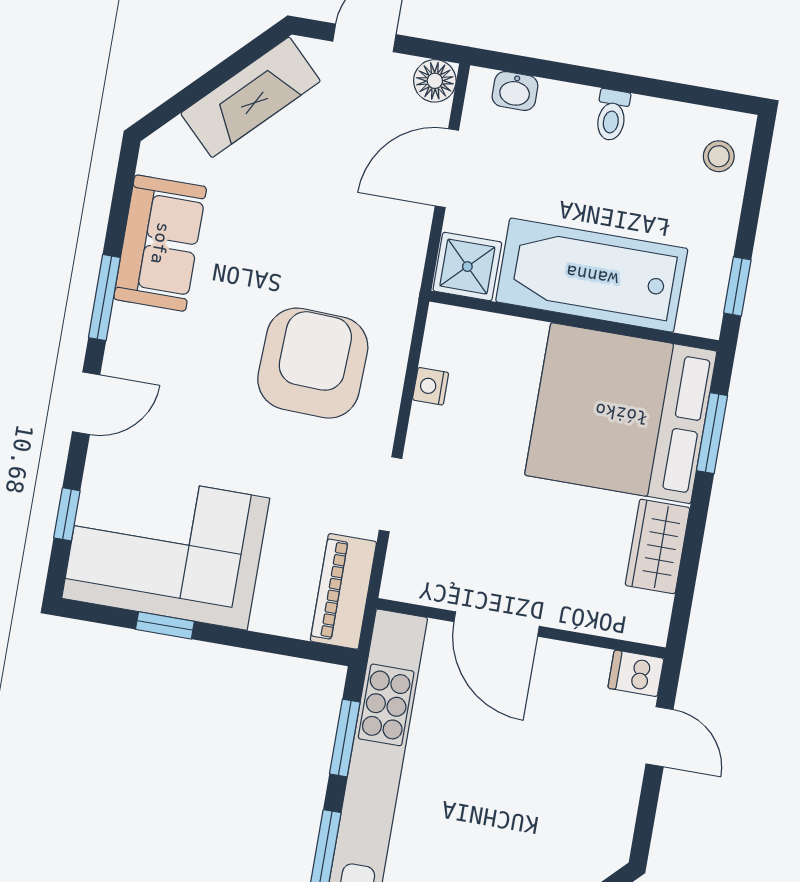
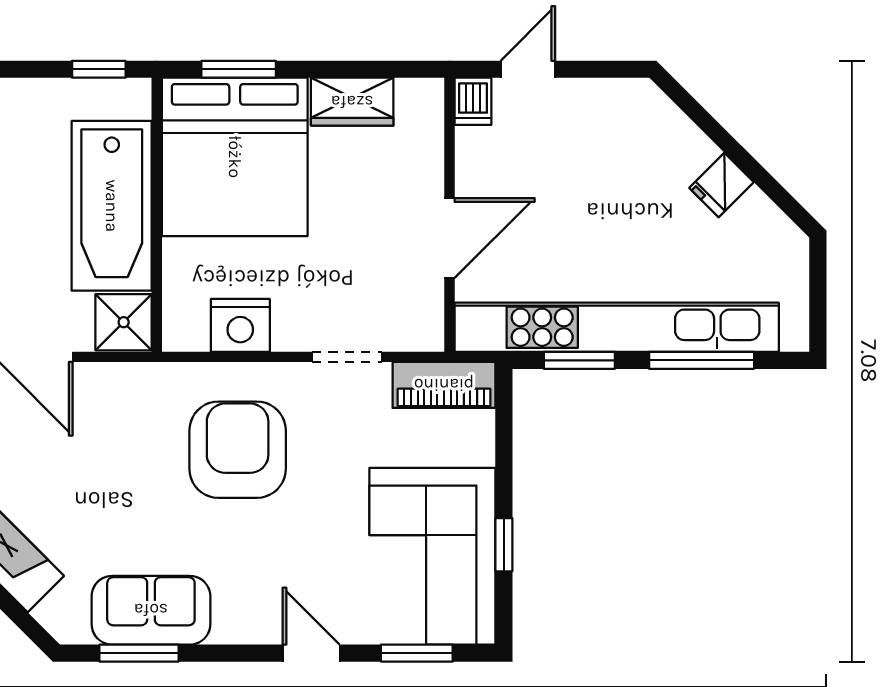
window: (104, 298) -> (139, 653), moved
armchair: (313, 363) -> (238, 450), turned 88
nightstand: (431, 386) -> (240, 325), width x1.89, depth x1.79
window: (67, 514) -> (417, 653), width x1.50

